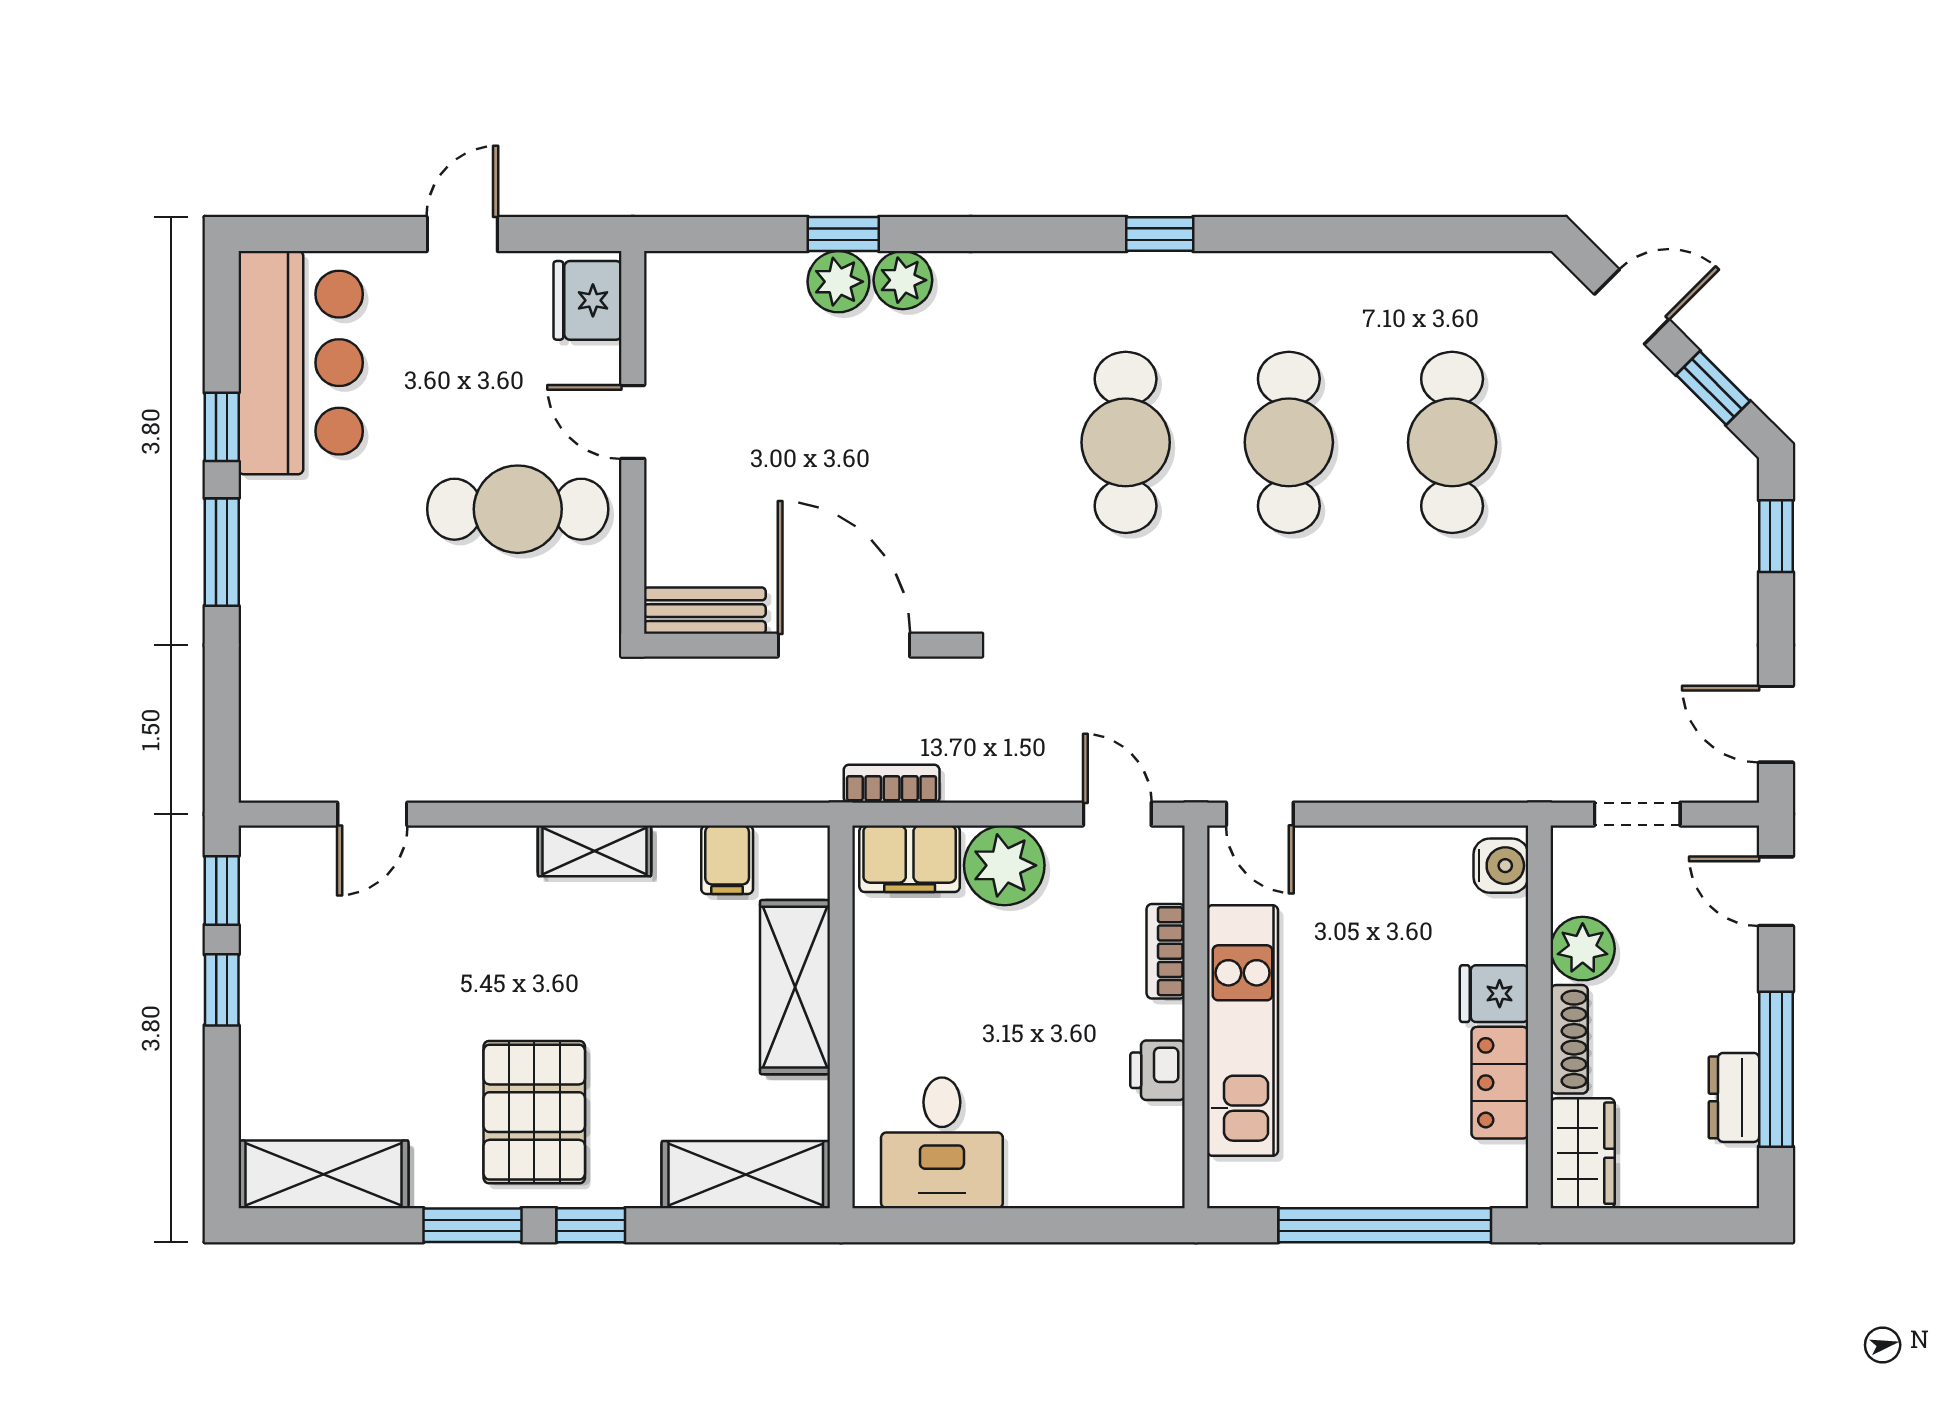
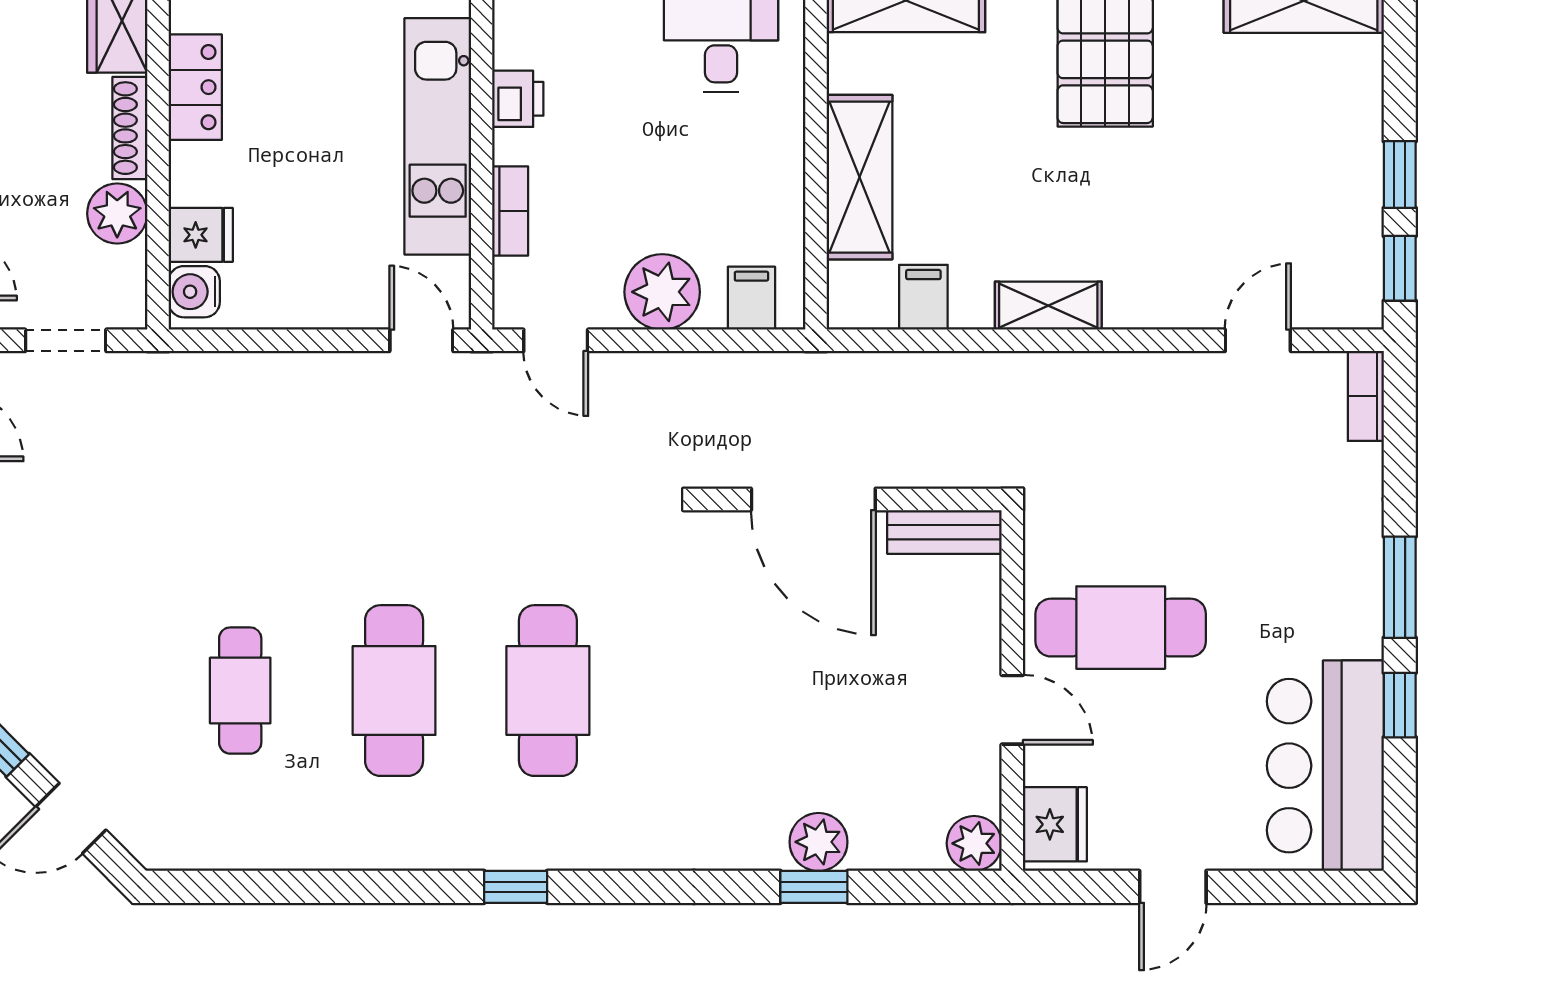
plant: (903, 280) -> (974, 843), moved
cafe table: (1452, 442) -> (240, 691), width x0.73, depth x0.74
bookcase: (892, 784) -> (1366, 396), moved, turned 90
filing cabinet: (910, 859) -> (751, 298), width x0.50
fridge: (1494, 994) -> (201, 235), moved

